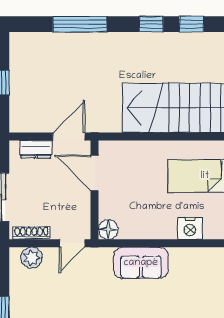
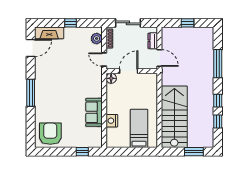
door: (94, 173) -> (129, 71), moved
sofa: (141, 263) -> (94, 112), moved

